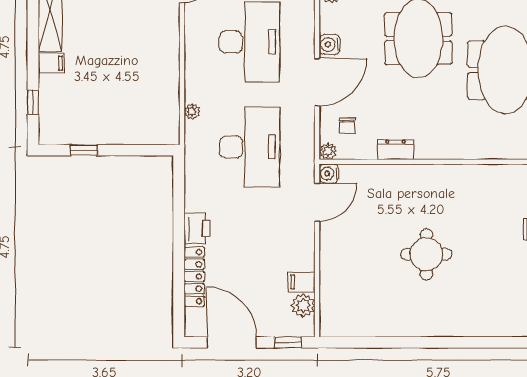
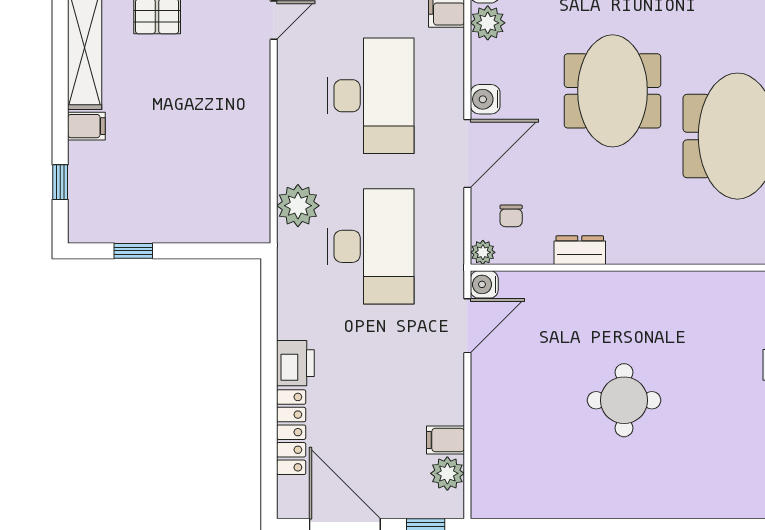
plant: (192, 112) -> (298, 206), width x1.88, depth x1.88

